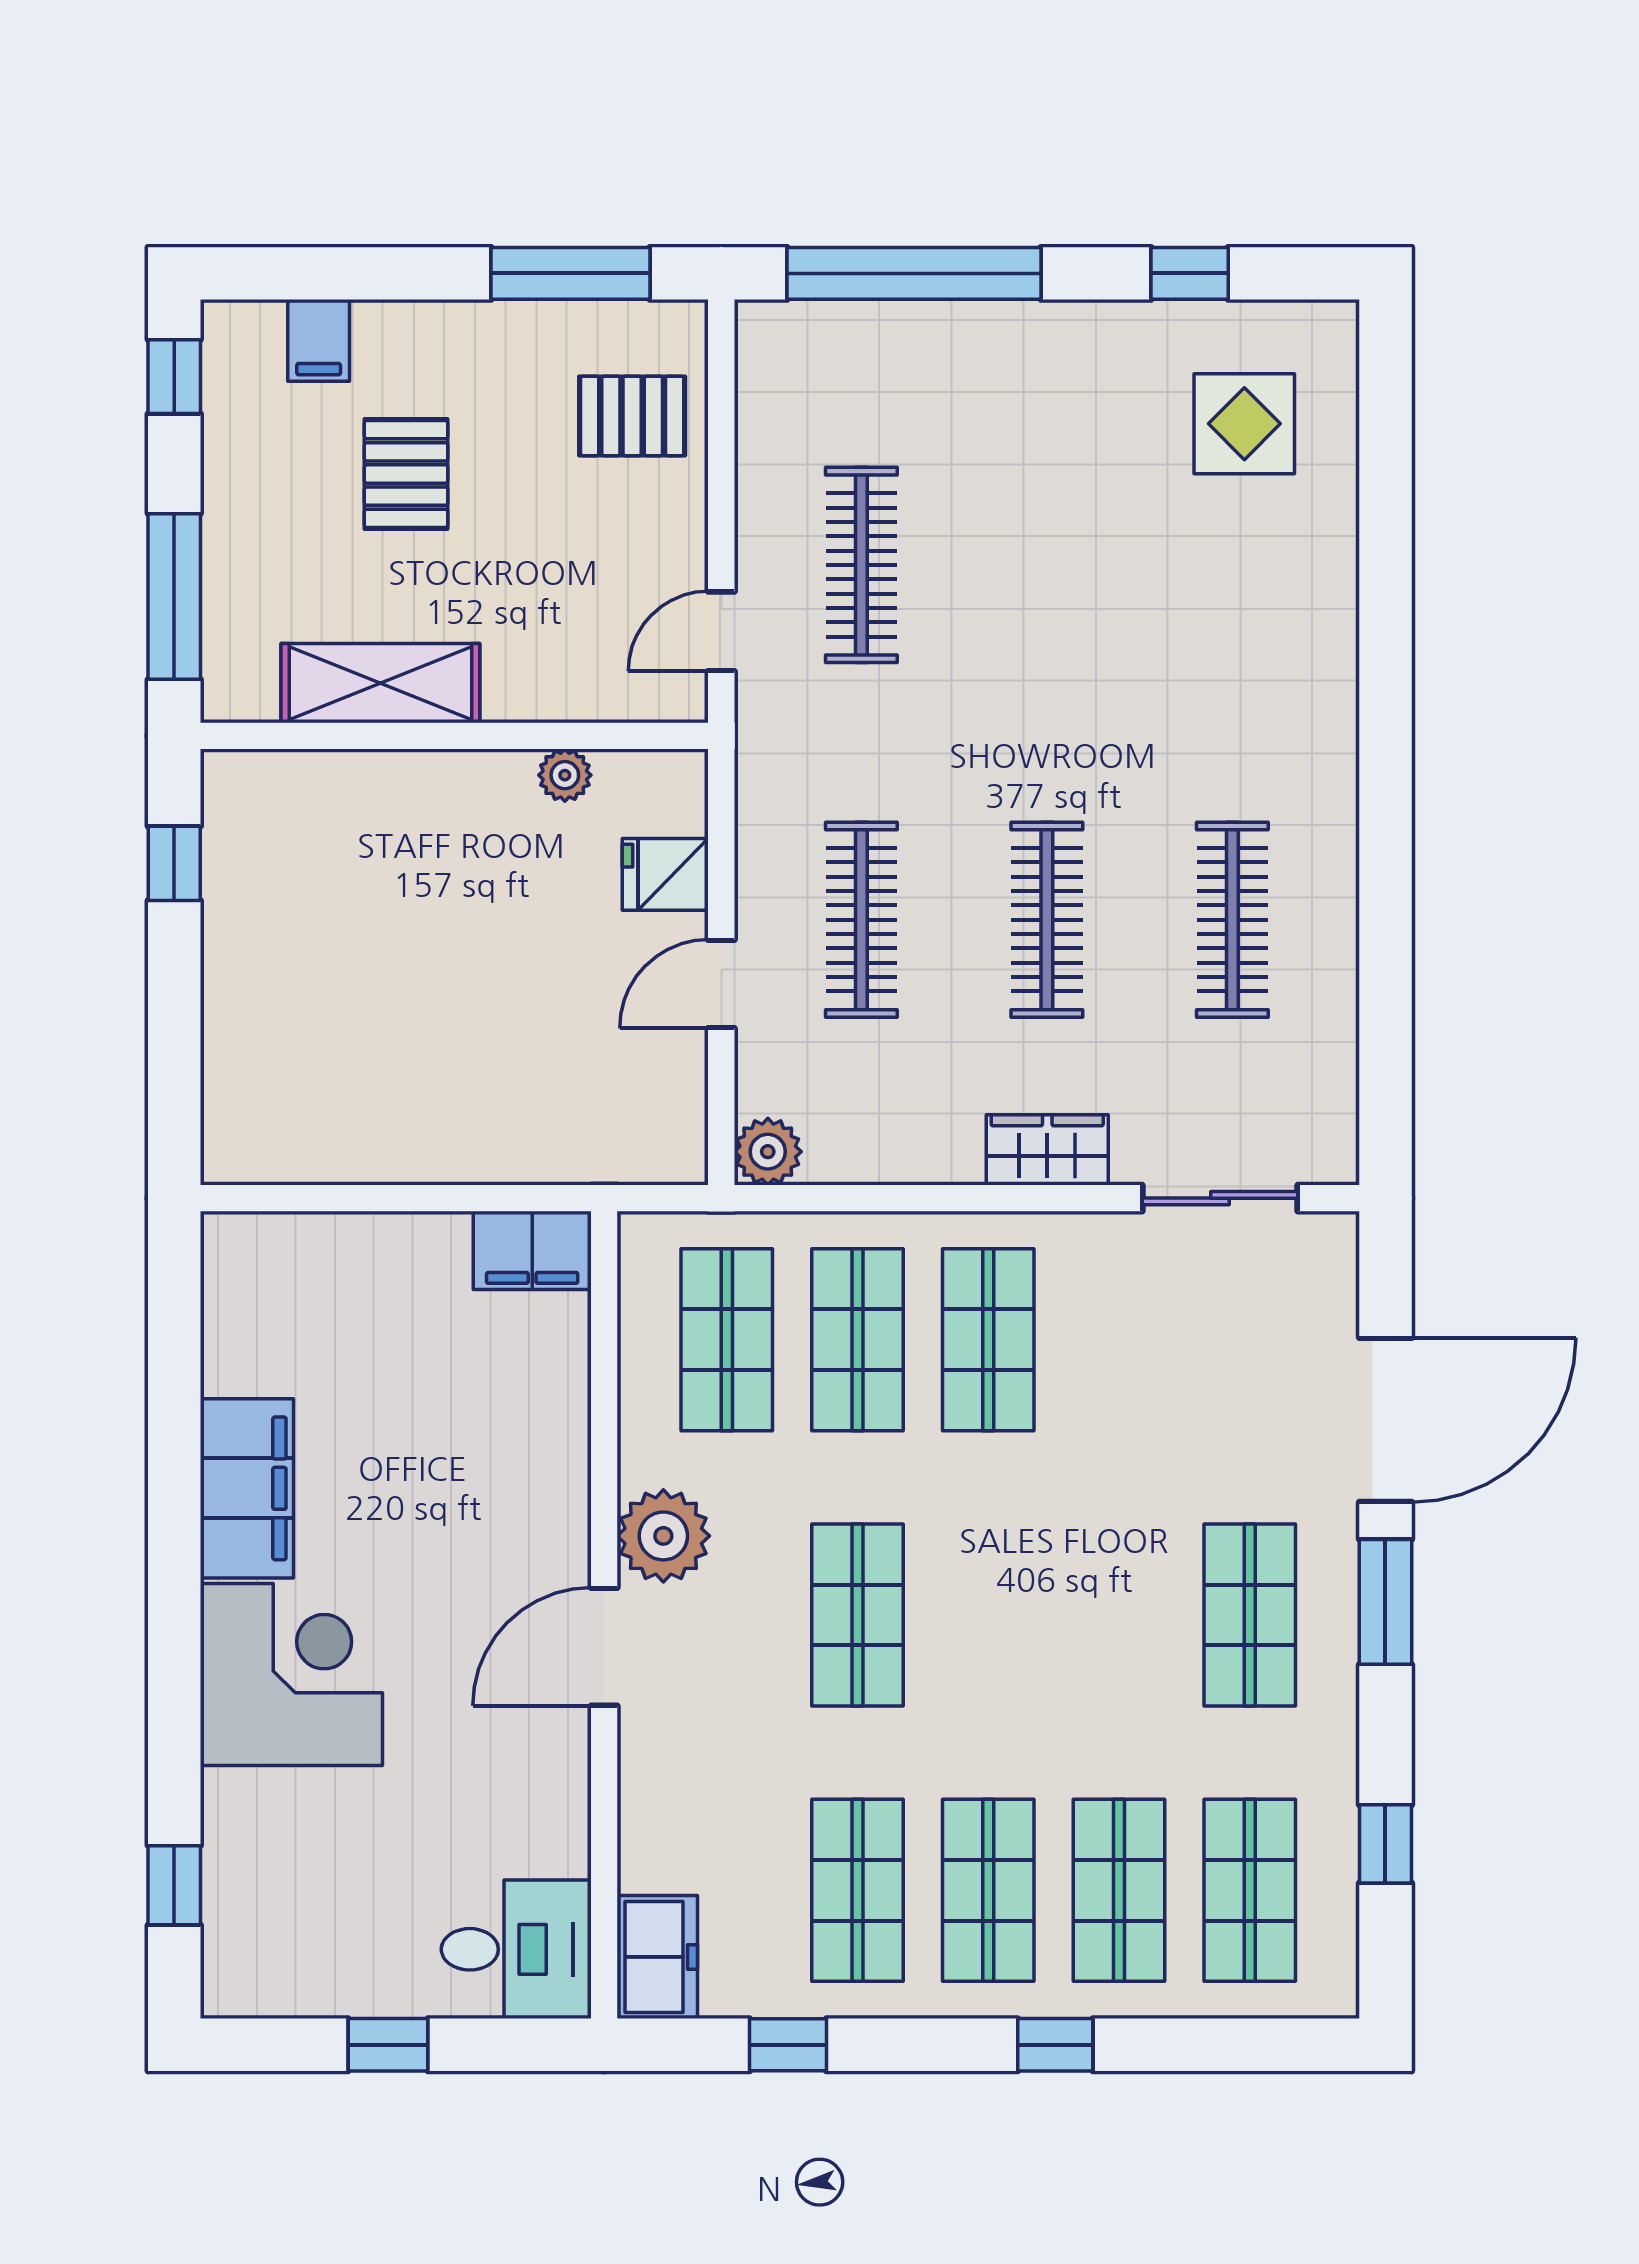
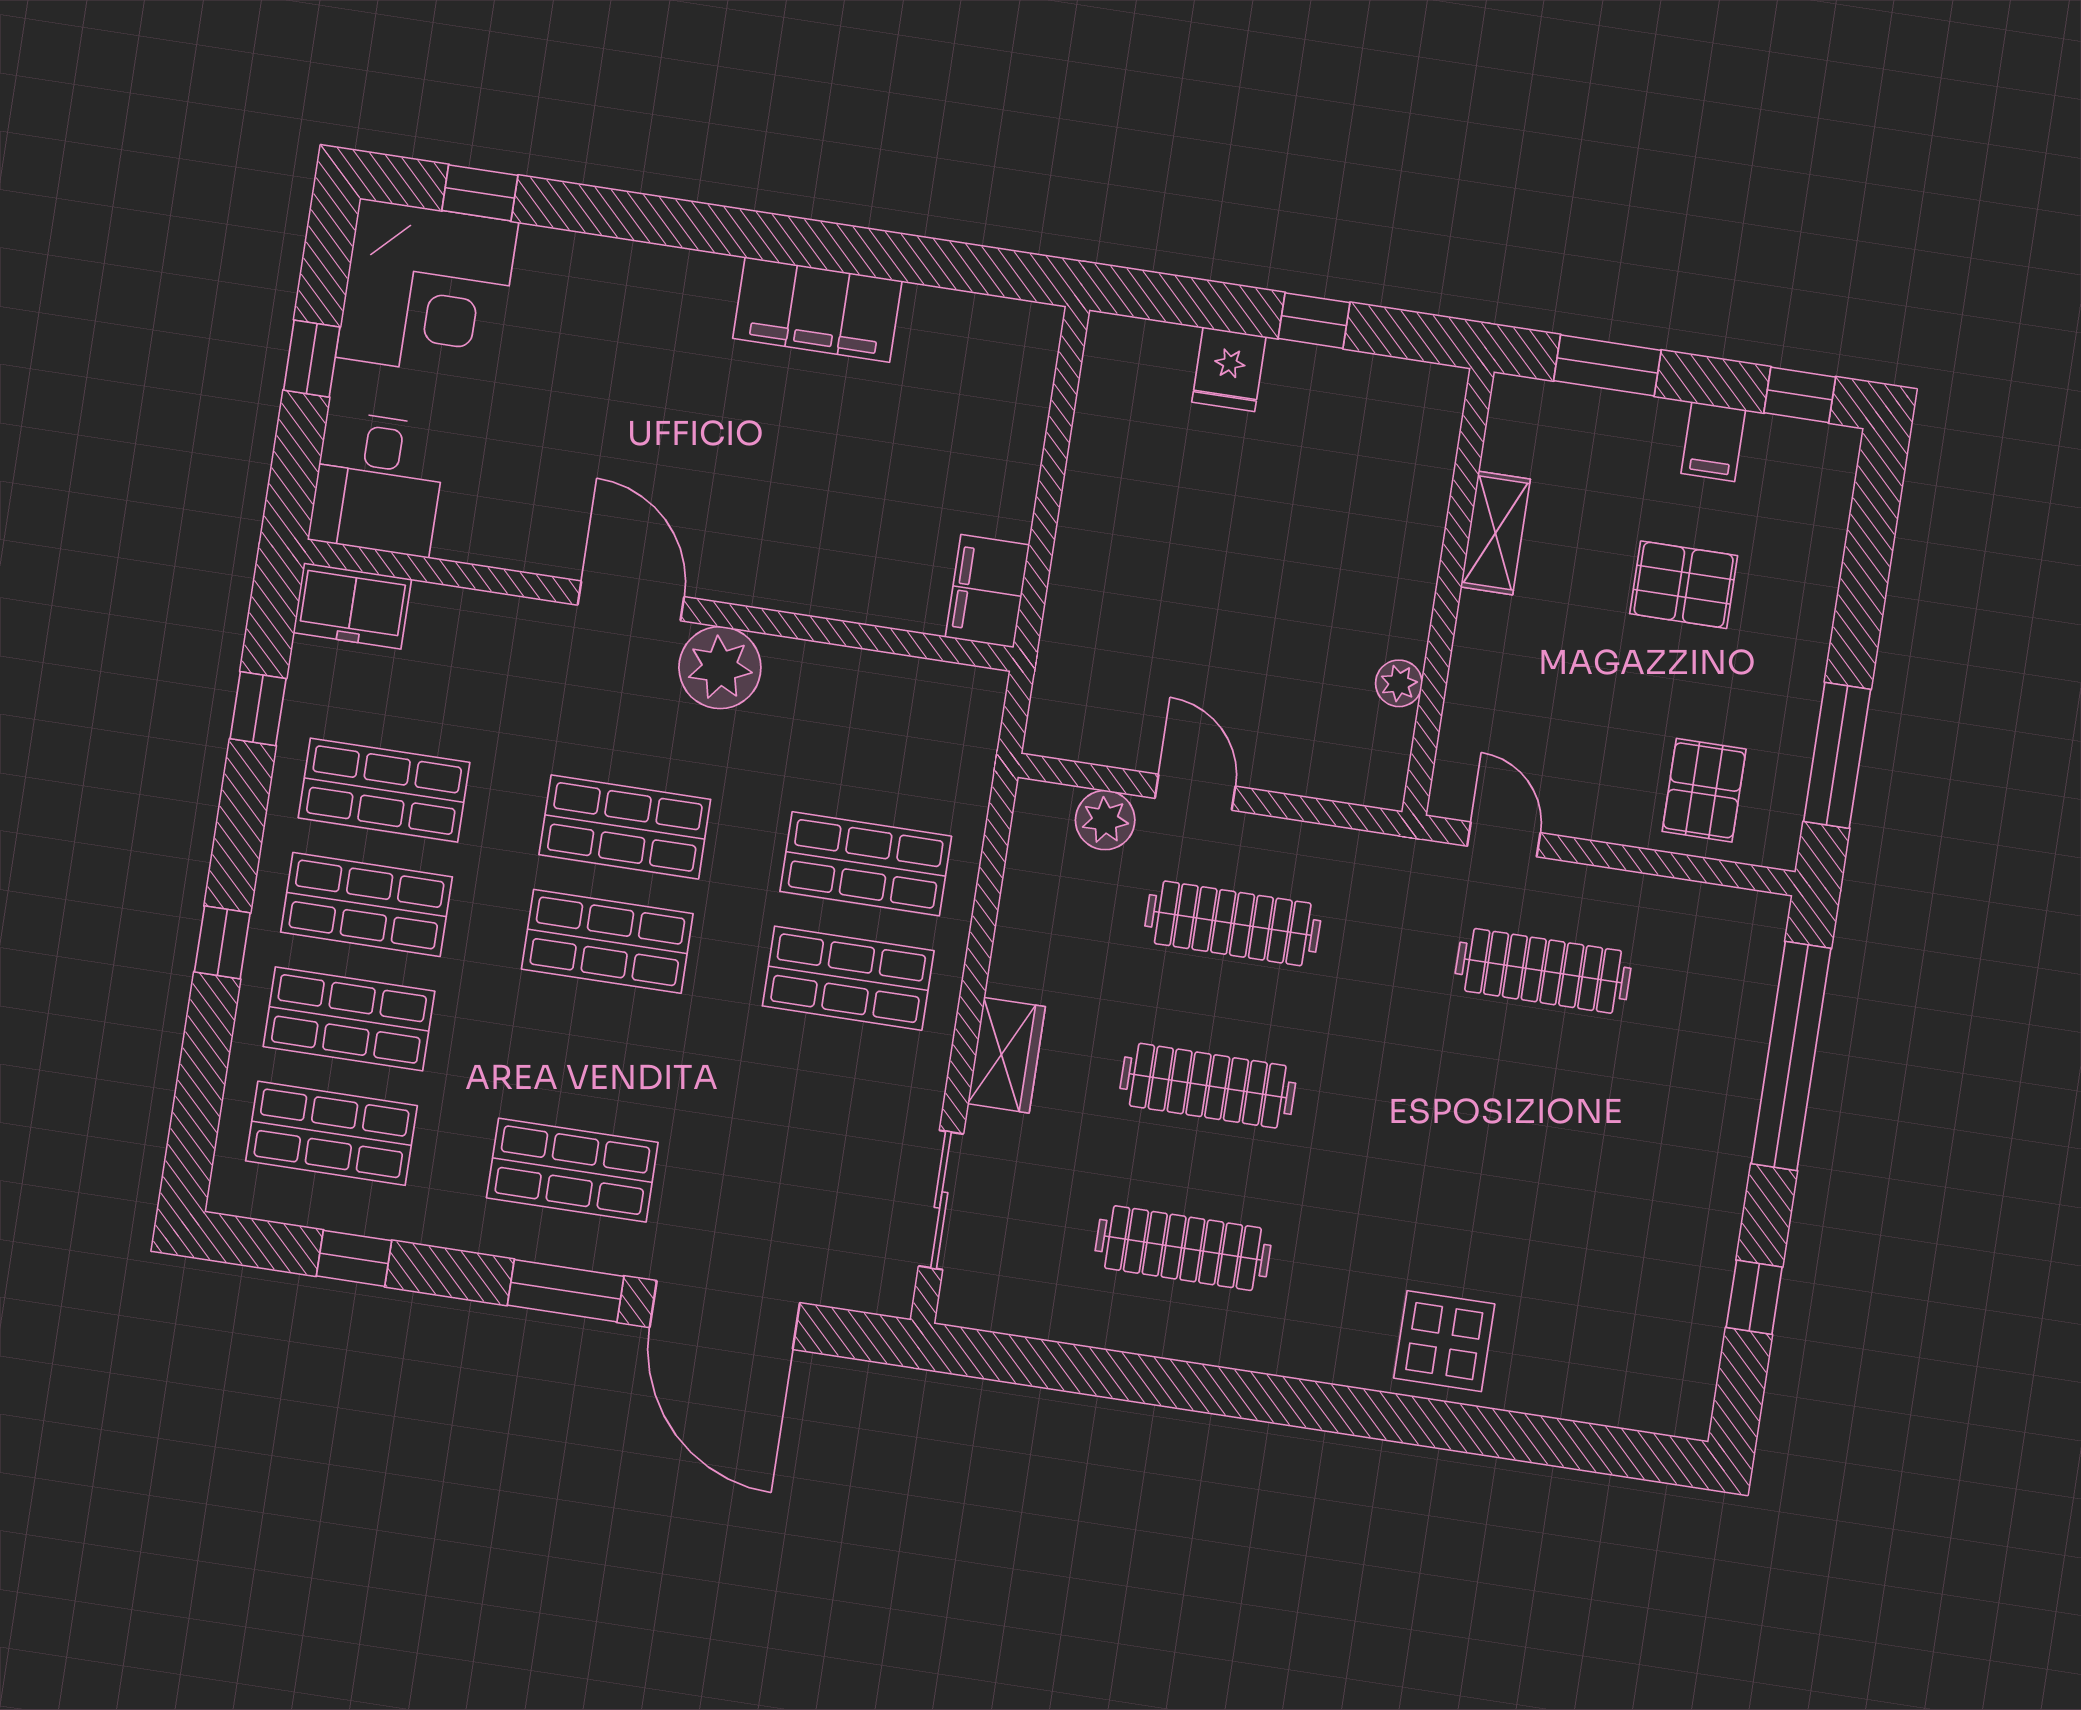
filing cabinet: (319, 340) -> (1713, 442), moved, turned -90
display table: (1244, 424) -> (1444, 1341), moved
window: (174, 597) -> (1607, 365), width x0.69
shelving: (380, 683) -> (1495, 533), width x0.67, depth x0.75
window: (174, 863) -> (1314, 321), moved
fridge: (665, 874) -> (1229, 369), moved, turned 180
plant: (768, 1152) -> (1105, 820), moved
shop shelf: (727, 1340) -> (607, 941), moved
corner desk: (291, 1674) -> (427, 290), moved

